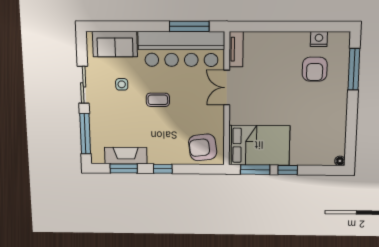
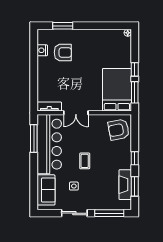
window: (354, 69) -> (63, 26), width x0.69
armchair: (203, 147) -> (119, 130), turned 86

